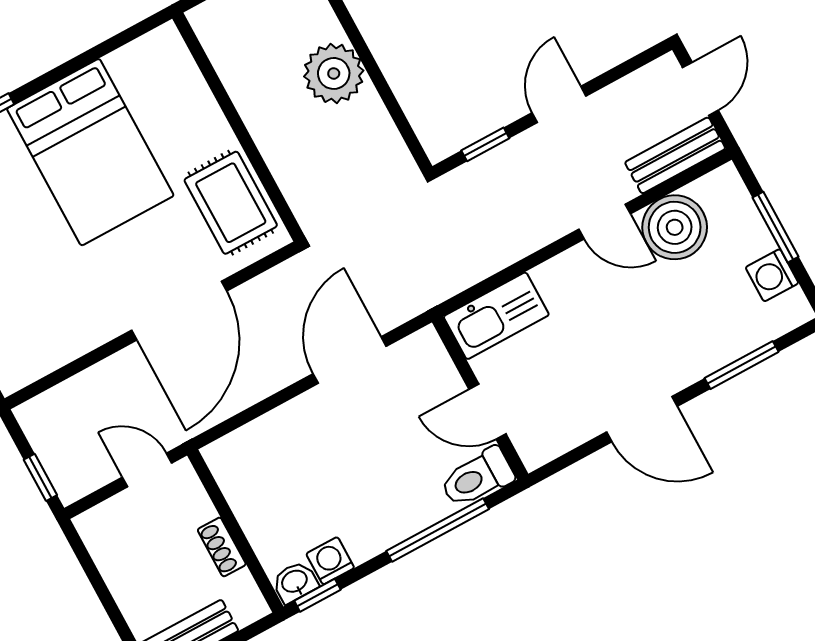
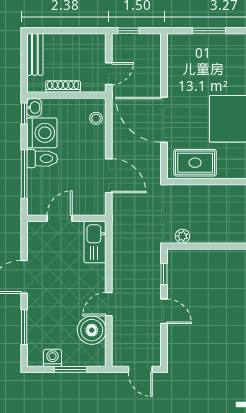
plant: (334, 73) -> (182, 236), moved, width x0.53, depth x0.53
bench: (675, 155) -> (120, 346), removed
stool: (249, 447) -> (96, 118), added
toilet: (477, 478) -> (42, 159), moved, turned 90
shoe rack: (222, 547) -> (63, 86), width x1.43
washing machine: (330, 561) -> (42, 133), width x1.89, depth x1.89

